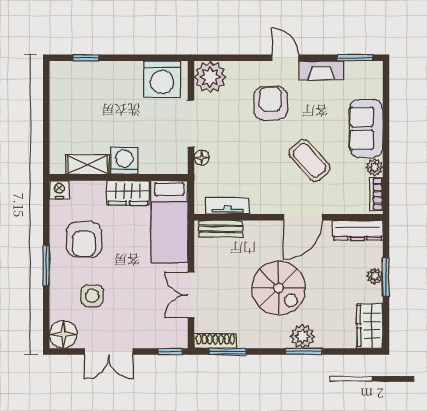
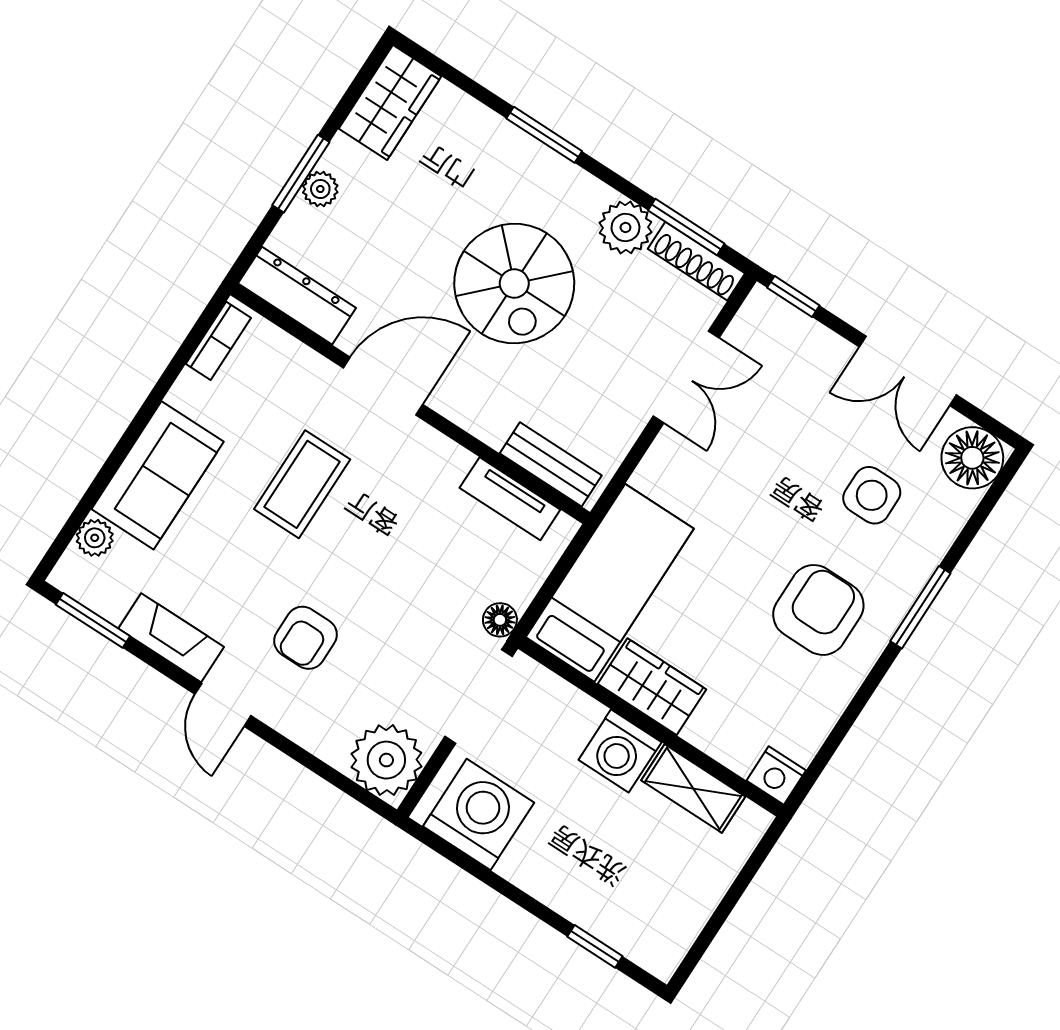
armchair: (271, 103) -> (306, 638), width x0.72, depth x0.72
coffee table: (309, 160) -> (302, 484), turned 42
washing machine: (124, 161) -> (620, 751), moved
shelving: (87, 164) -> (693, 789), moved
plant: (374, 167) -> (95, 538), moved
wall: (119, 177) -> (651, 727), moved
nightstand: (59, 190) -> (776, 775), moved
wardrobe: (128, 193) -> (652, 687), moved
bed: (169, 222) -> (610, 583), moved
spiral stairs: (279, 288) -> (514, 283), turned 180
plant: (303, 336) -> (625, 227), moved
double door: (109, 351) -> (908, 371), swing flipped

